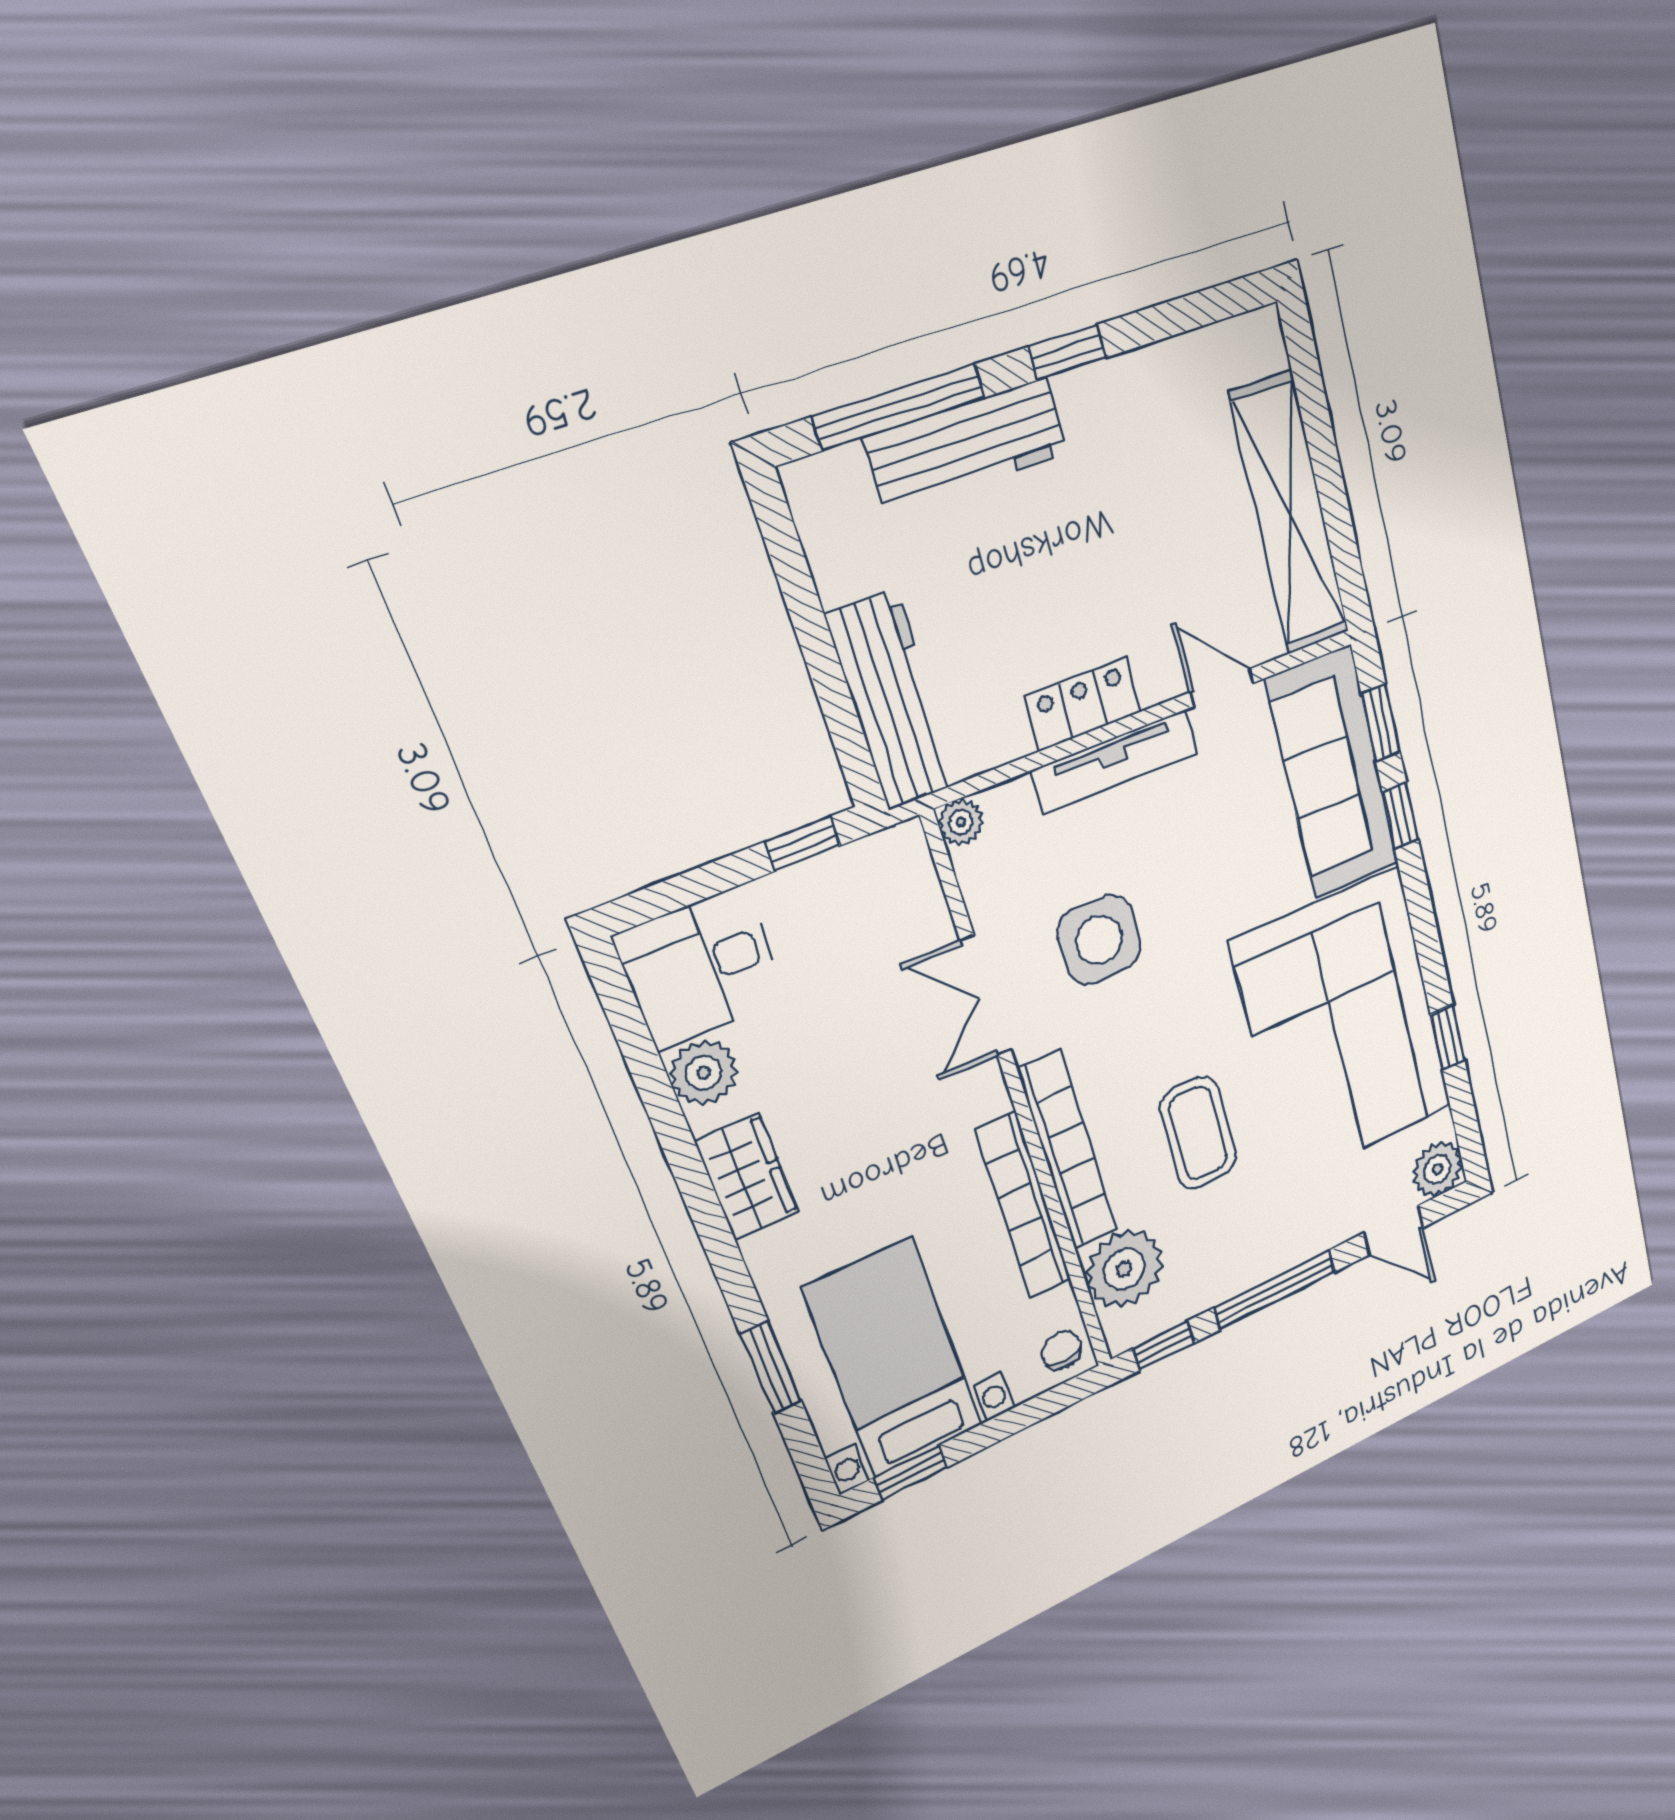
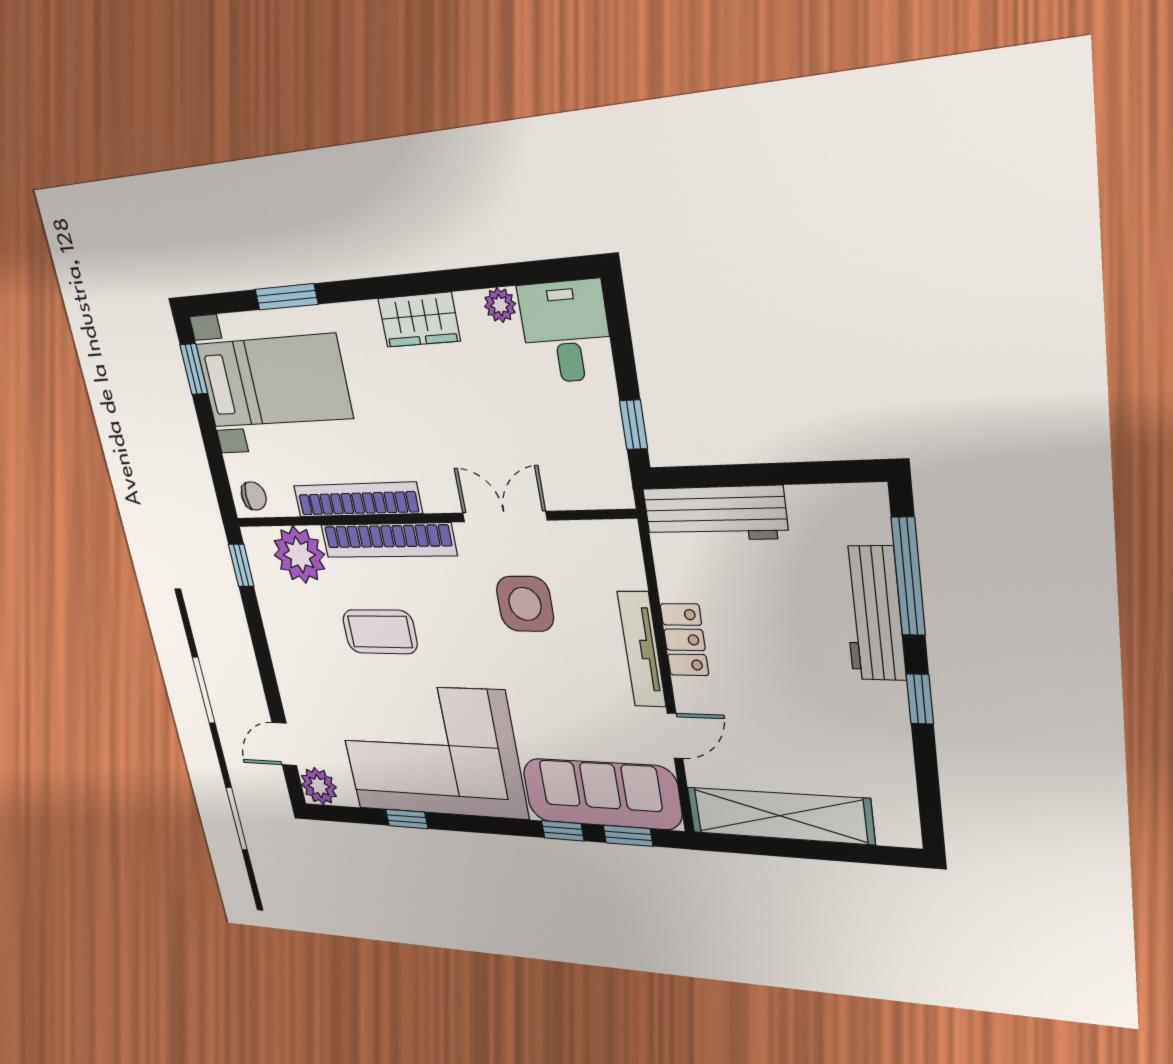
plant: (961, 822) -> (624, 535), removed
plant: (704, 1073) -> (500, 305), width x0.73, depth x0.73
window: (1275, 1290) -> (262, 652), removed

